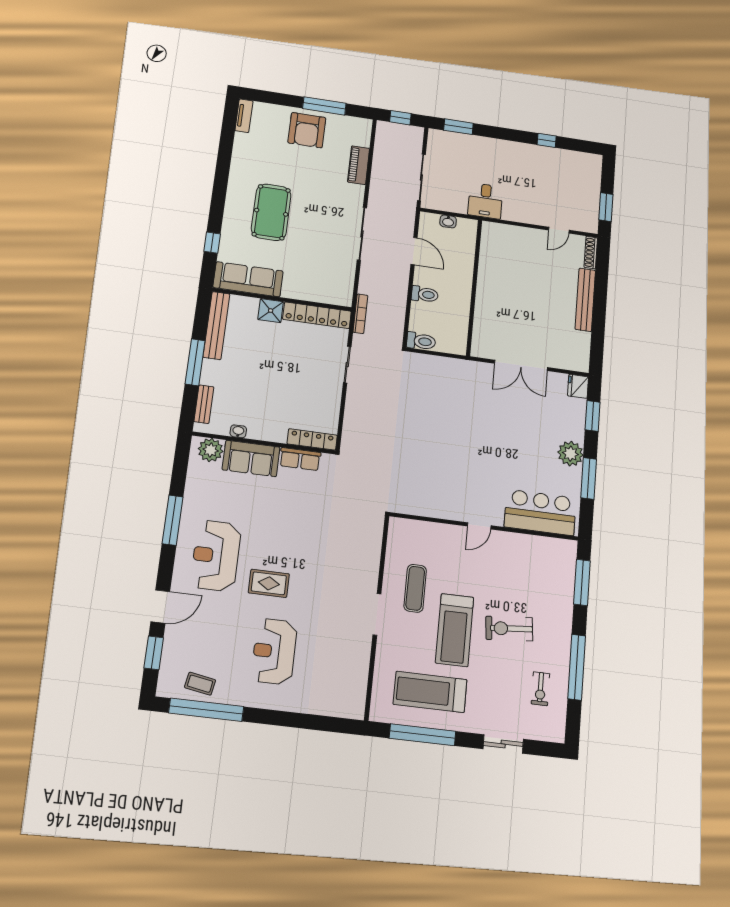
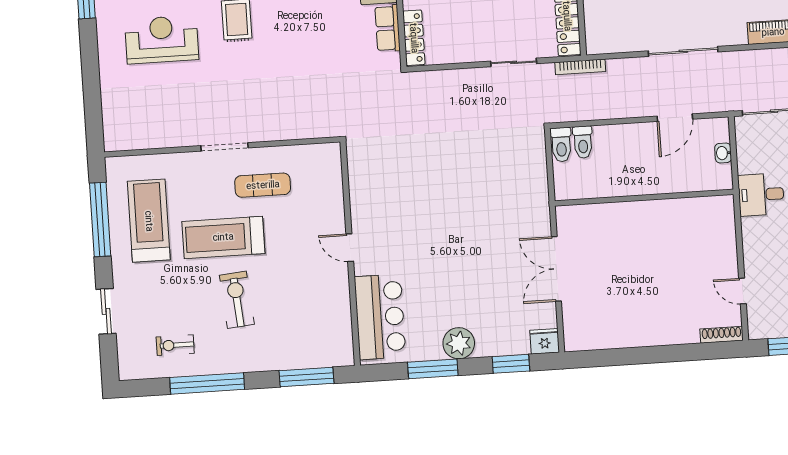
toilet: (425, 294) -> (583, 142), moved
bench: (585, 300) -> (658, 336), removed

